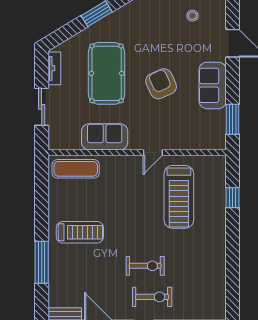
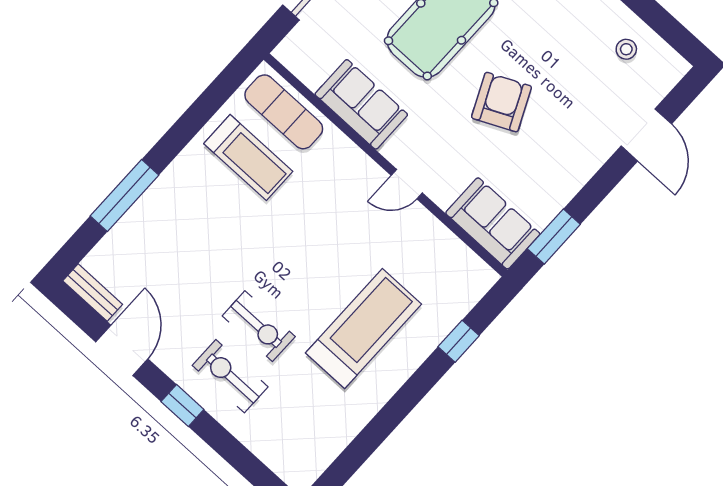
sofa: (213, 85) -> (493, 223), moved, turned 90
treadmill: (179, 197) -> (364, 328), moved, turned 180
treadmill: (80, 232) -> (248, 157), moved
exercise bike: (152, 297) -> (230, 376), turned 180

